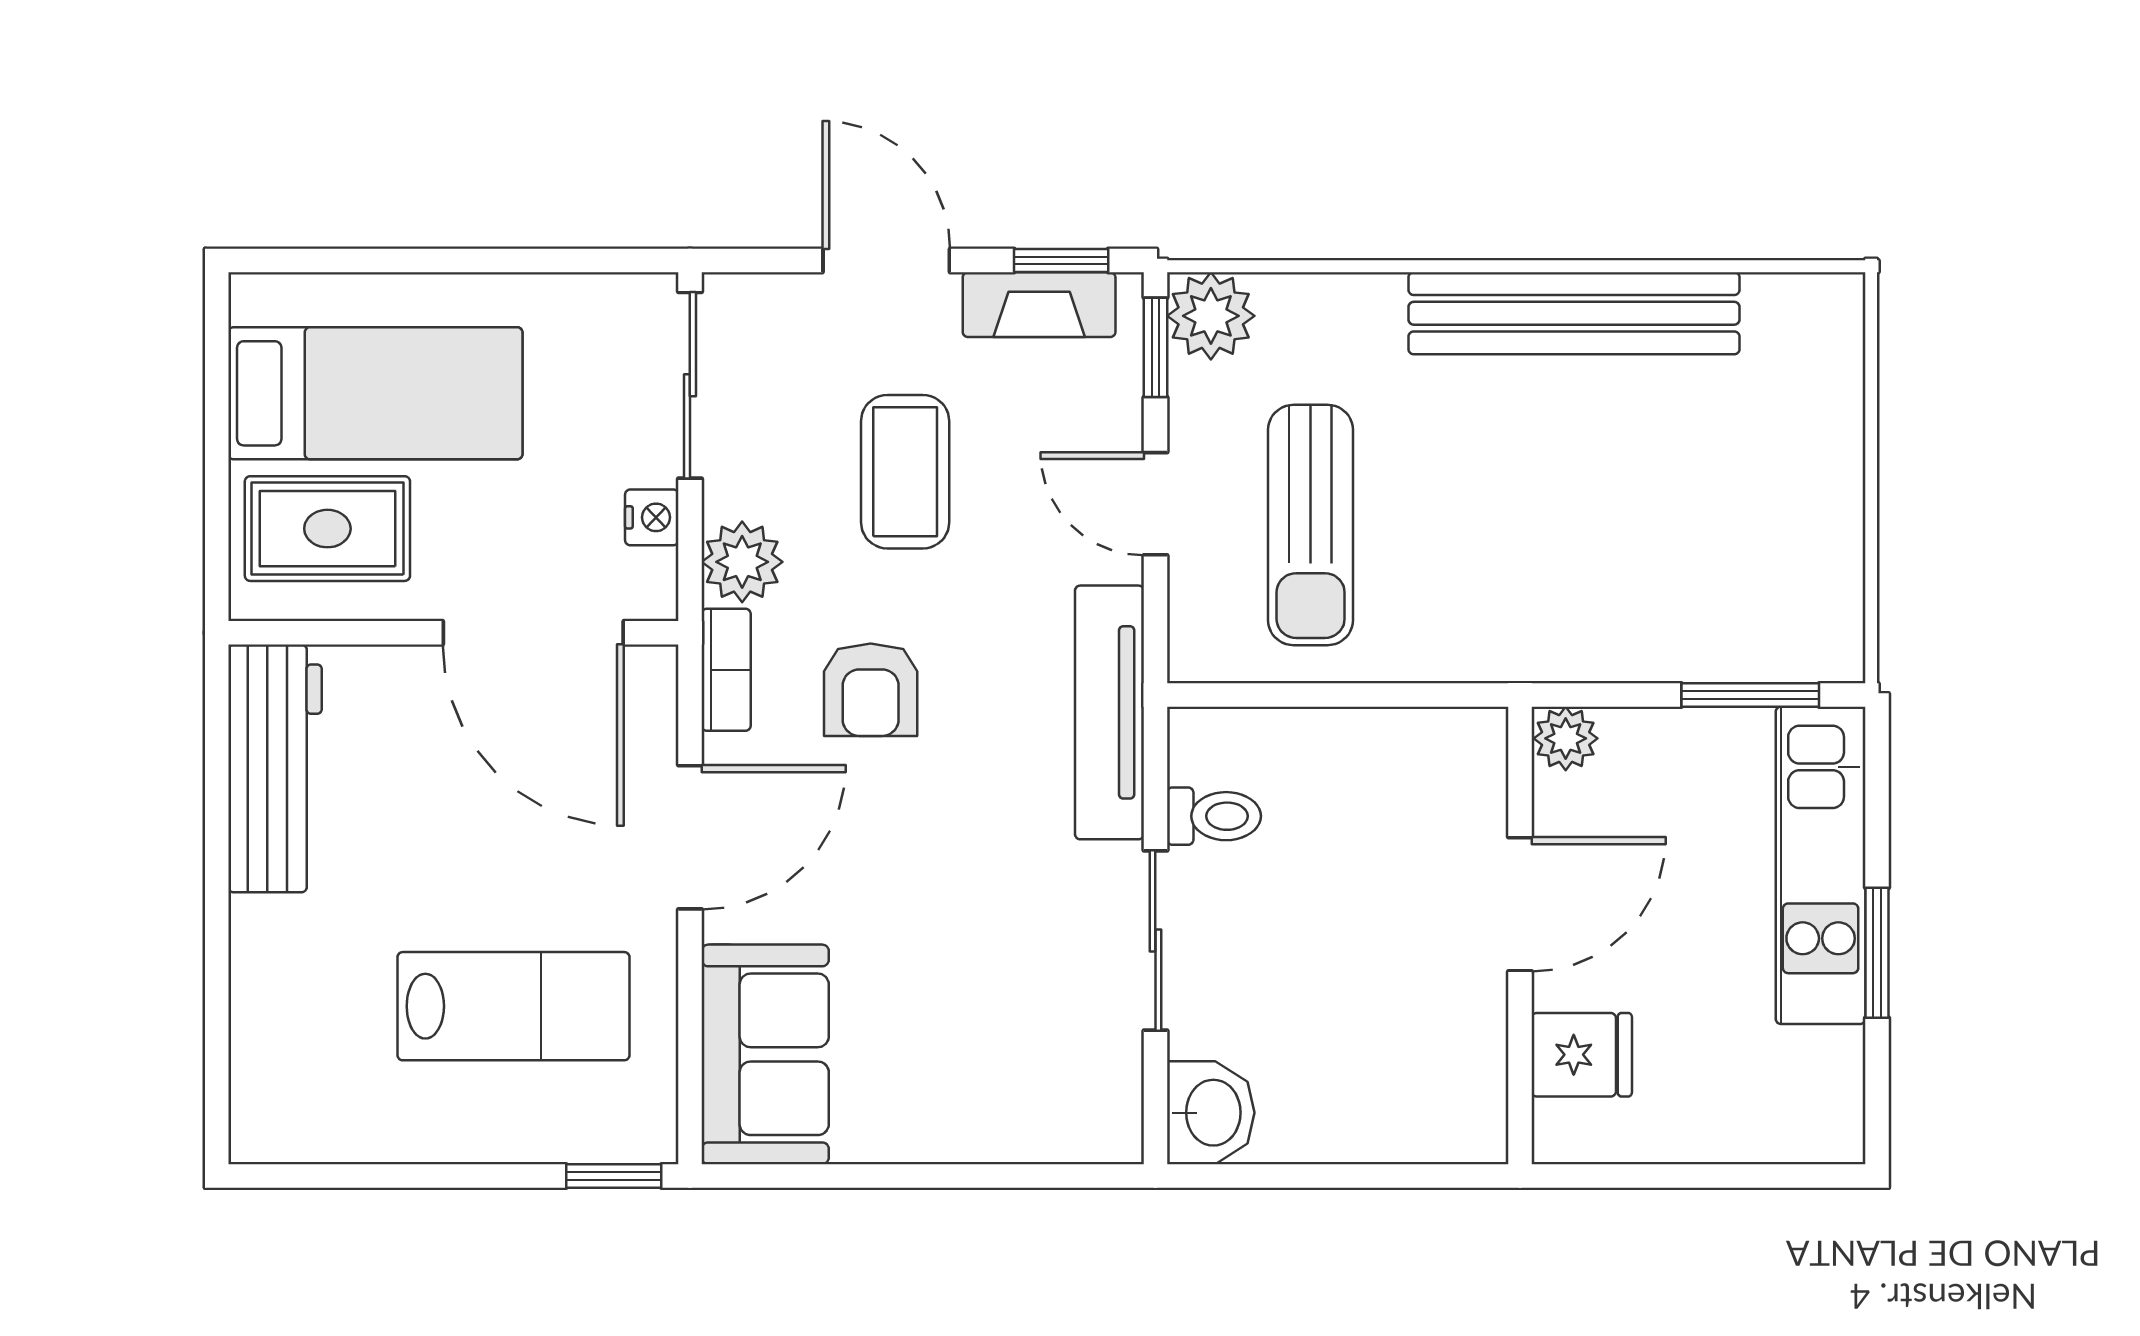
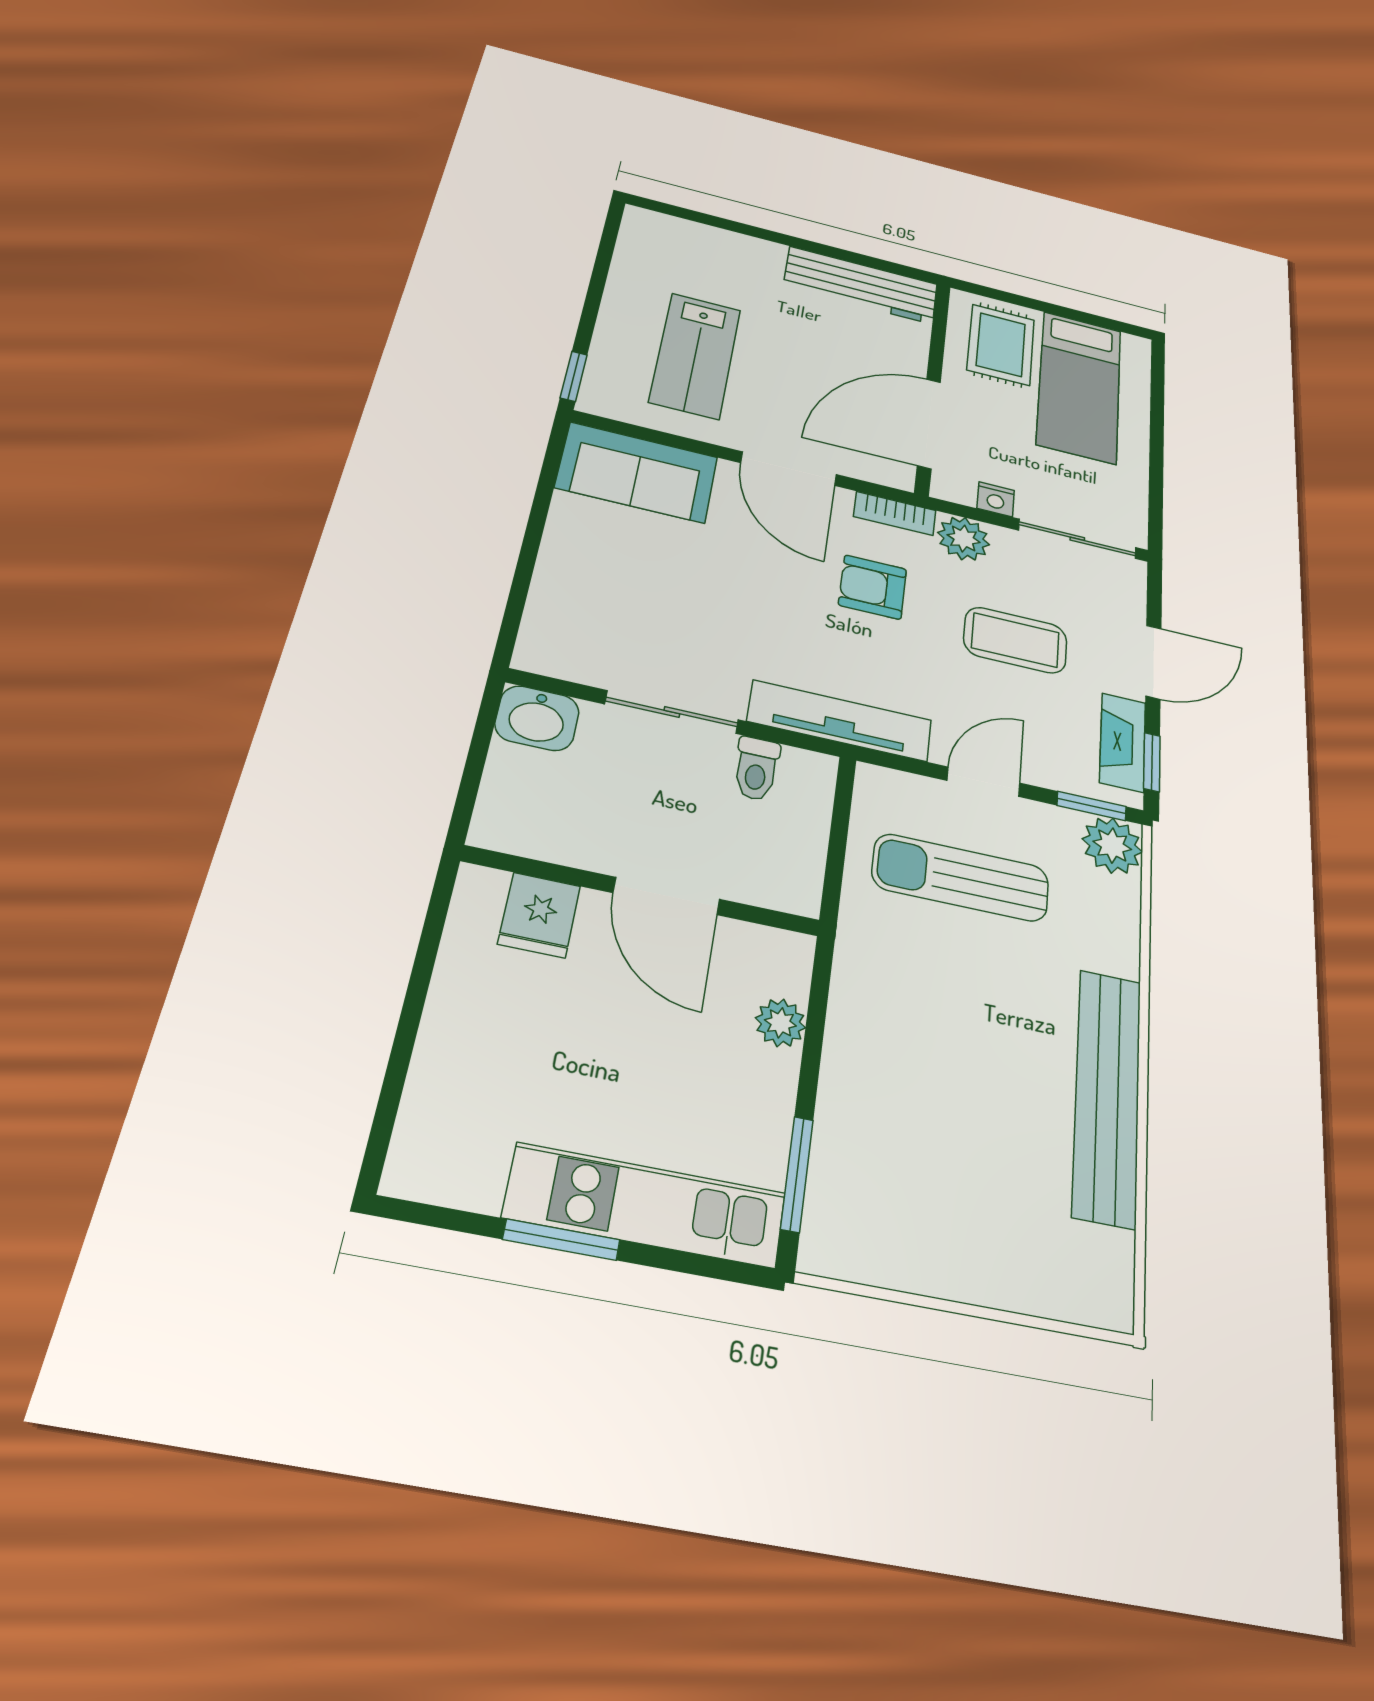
door: (1520, 904) -> (666, 896), moved
wall: (1520, 935) -> (642, 891), moved
fridge: (1582, 1055) -> (539, 915), moved

